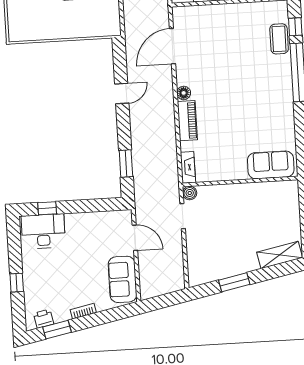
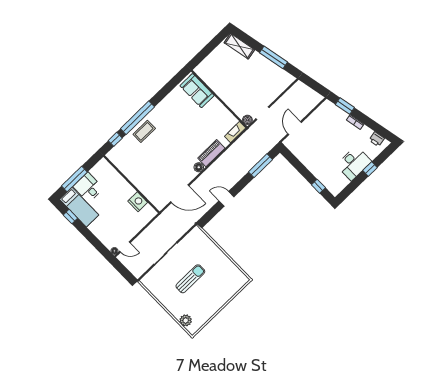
coffee table: (279, 39) -> (144, 131), moved
window: (126, 163) -> (261, 166), width x1.44
desk: (43, 231) -> (354, 163), moved, turned -90
sofa: (122, 279) -> (322, 116), removed
window: (234, 282) -> (274, 57), width x1.44
window: (57, 330) -> (345, 106), moved

